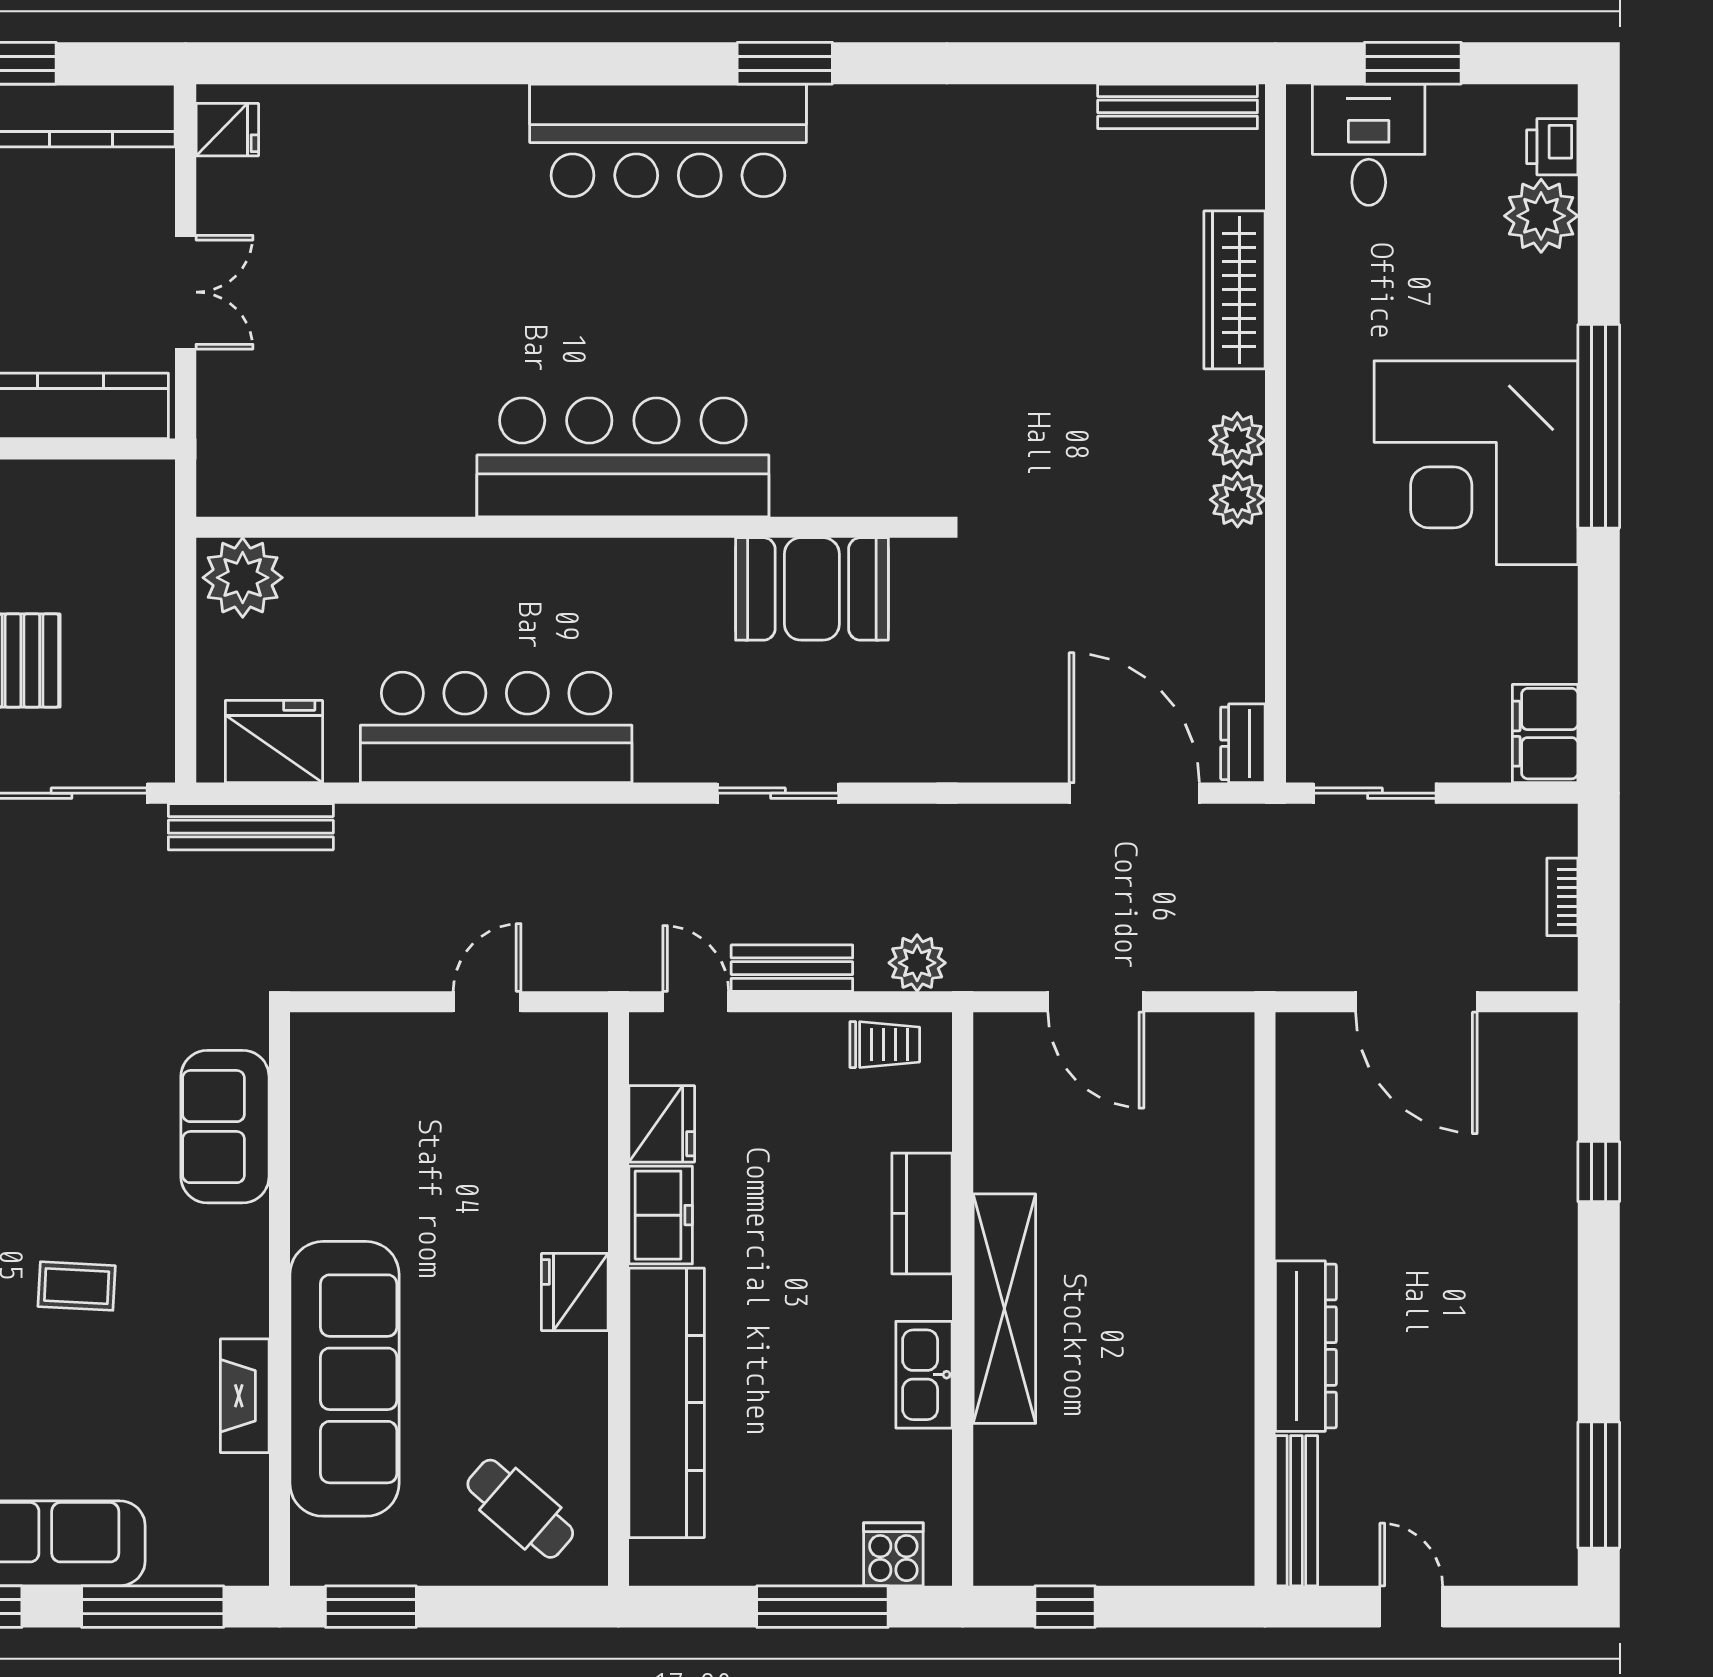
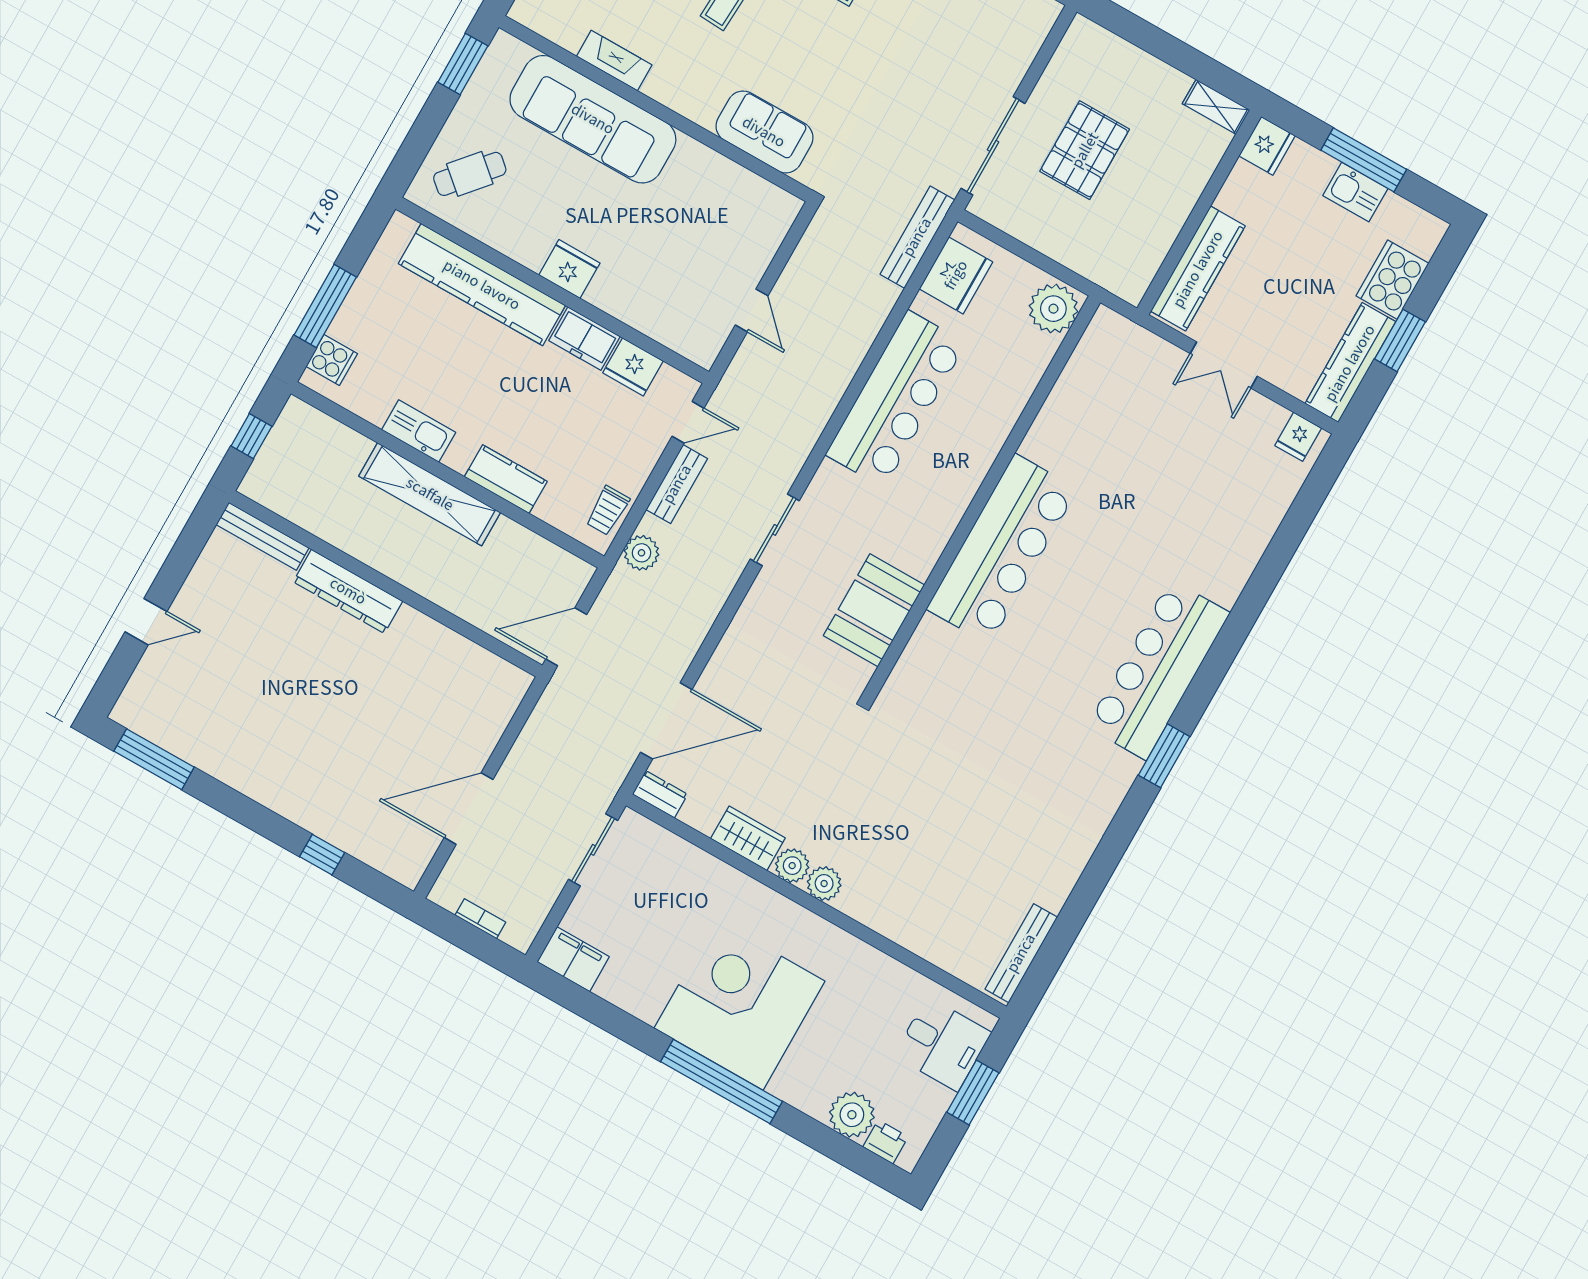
wardrobe: (1235, 290) -> (748, 838), moved, width x0.67
wall: (1265, 1299) -> (386, 584), moved
dresser: (1306, 1346) -> (348, 591), moved
bench: (1296, 1511) -> (263, 536), moved

